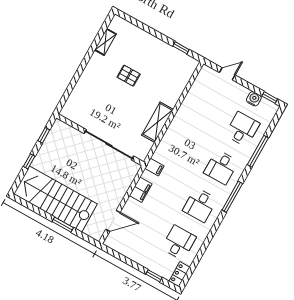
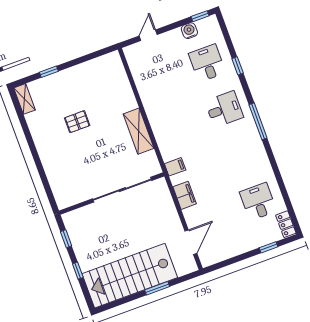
shelving: (105, 42) -> (24, 99), moved
window: (181, 48) -> (49, 72), moved
window: (258, 151) -> (238, 66), width x0.46
desk: (221, 167) -> (224, 109), turned -90
desk: (200, 205) -> (241, 155), removed

